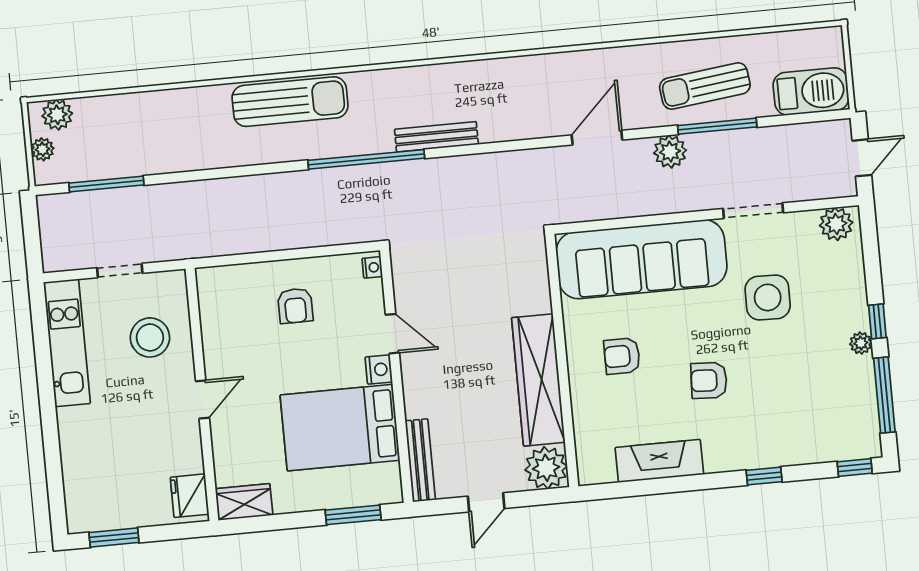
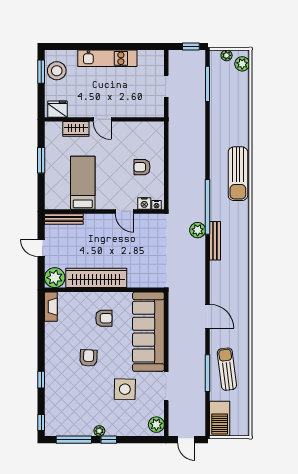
plant: (670, 152) -> (198, 230), moved
window: (31, 226) -> (191, 47), added
door: (392, 334) -> (125, 211), hinge flipped
stool: (150, 337) -> (57, 71), moved
kitchen unit: (67, 343) -> (107, 58), moved
armchair: (622, 356) -> (104, 318), turned 90
nightstand: (379, 370) -> (144, 203), moved
bed: (340, 428) -> (83, 183), width x0.67
fireplace: (659, 461) -> (51, 307), moved, width x0.73, depth x0.76
wardrobe: (244, 502) -> (76, 129), moved, turned 90
window: (353, 515) -> (41, 160), moved

